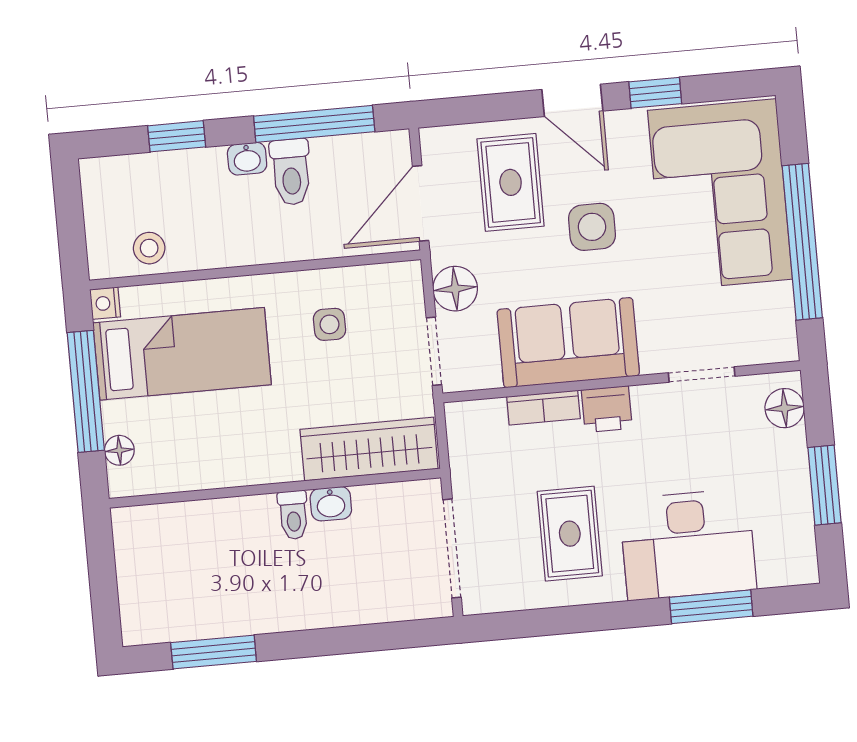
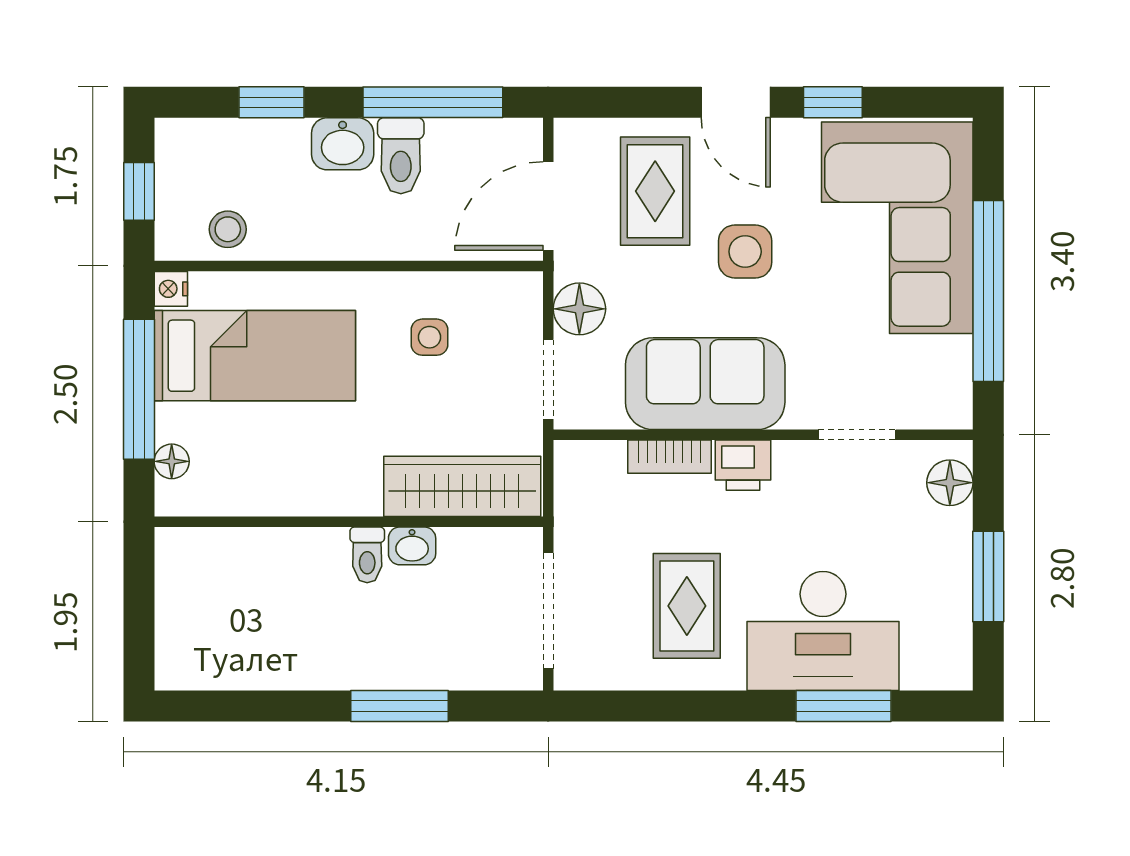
washbasin: (247, 159) -> (343, 144), width x1.38, depth x1.45
window: (70, 223) -> (139, 191), added
window: (214, 652) -> (400, 706), moved

